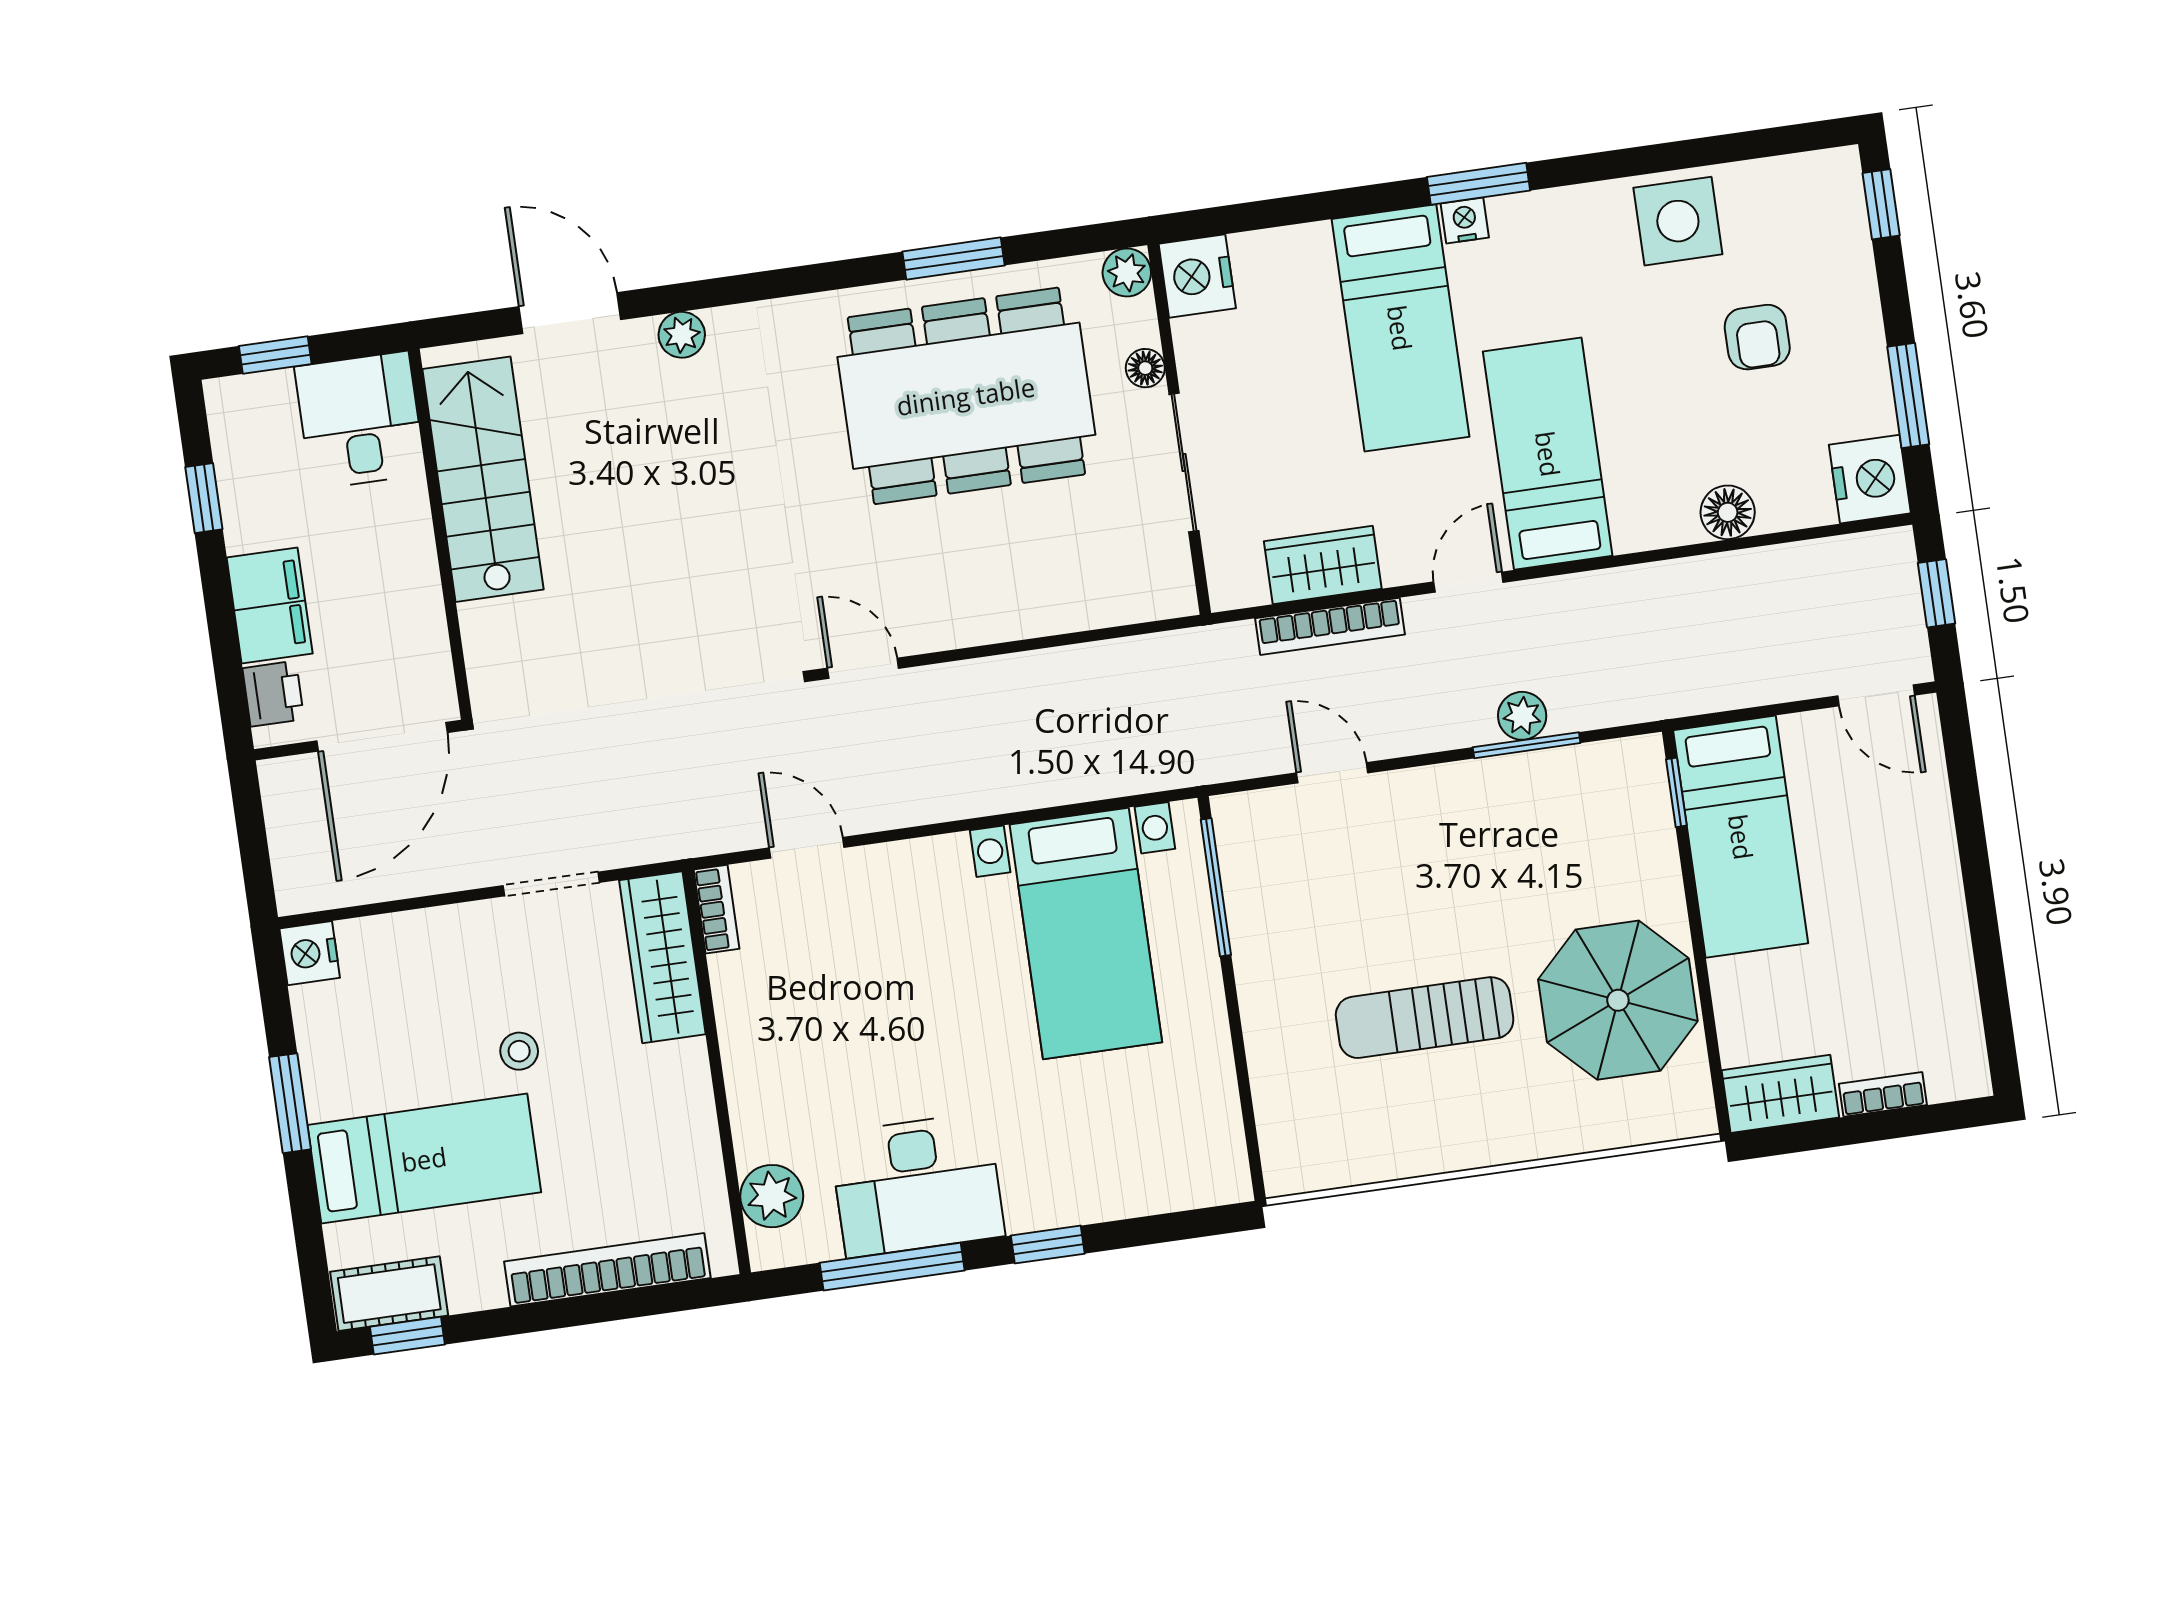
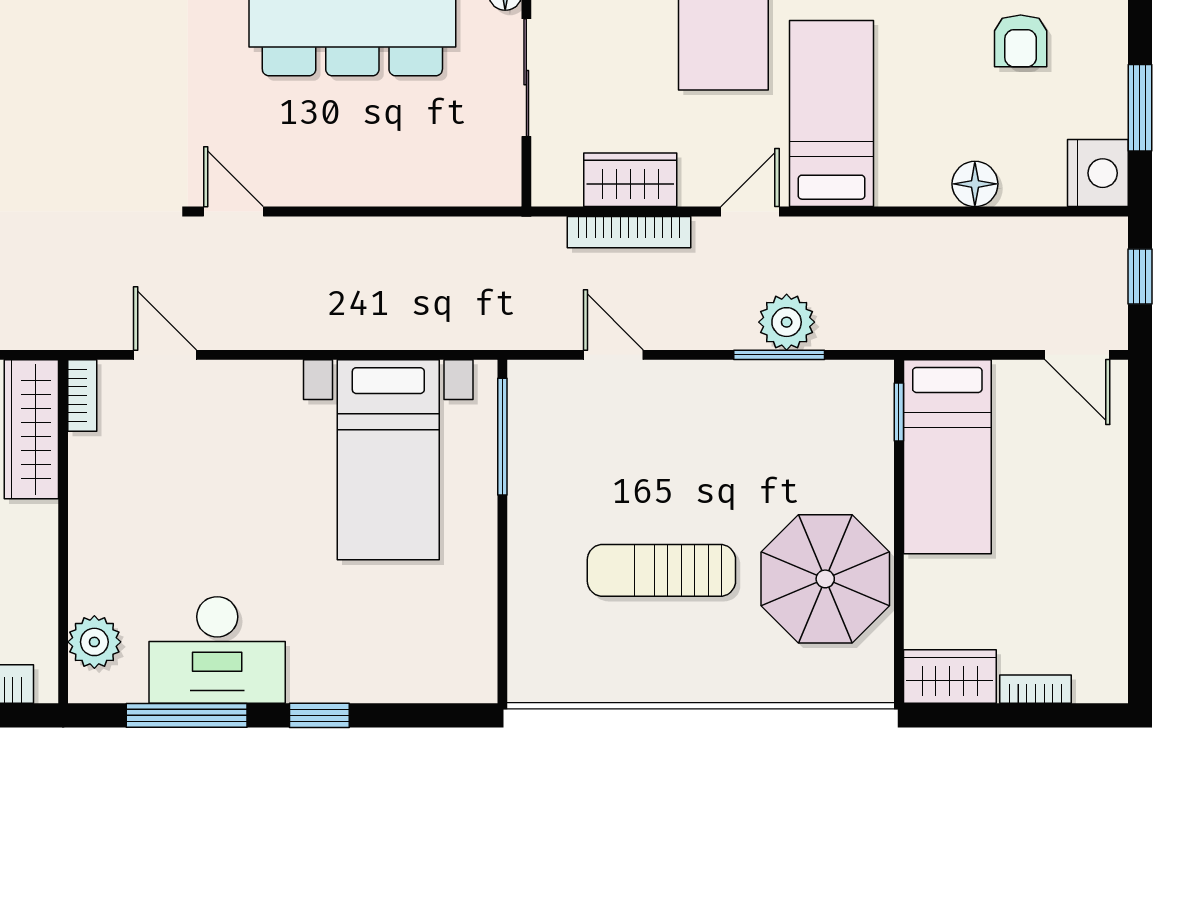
plant: (1522, 716) -> (787, 322), width x1.38, depth x1.38

